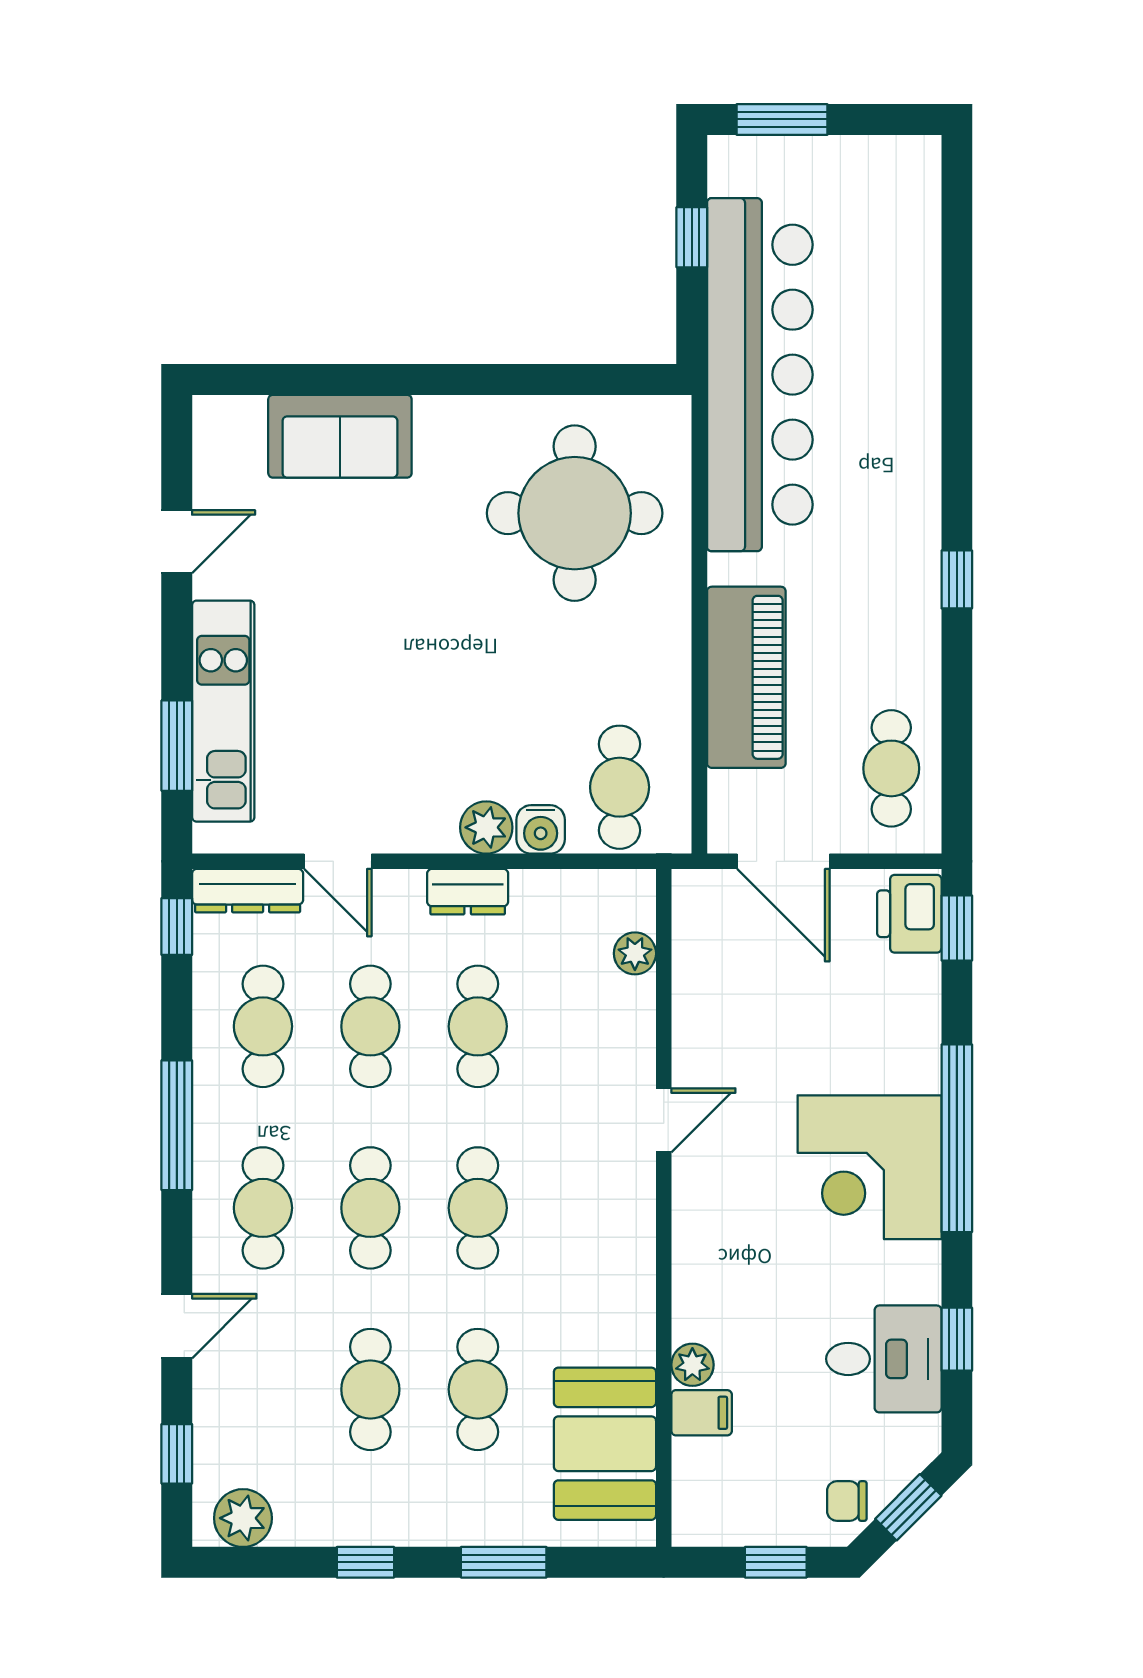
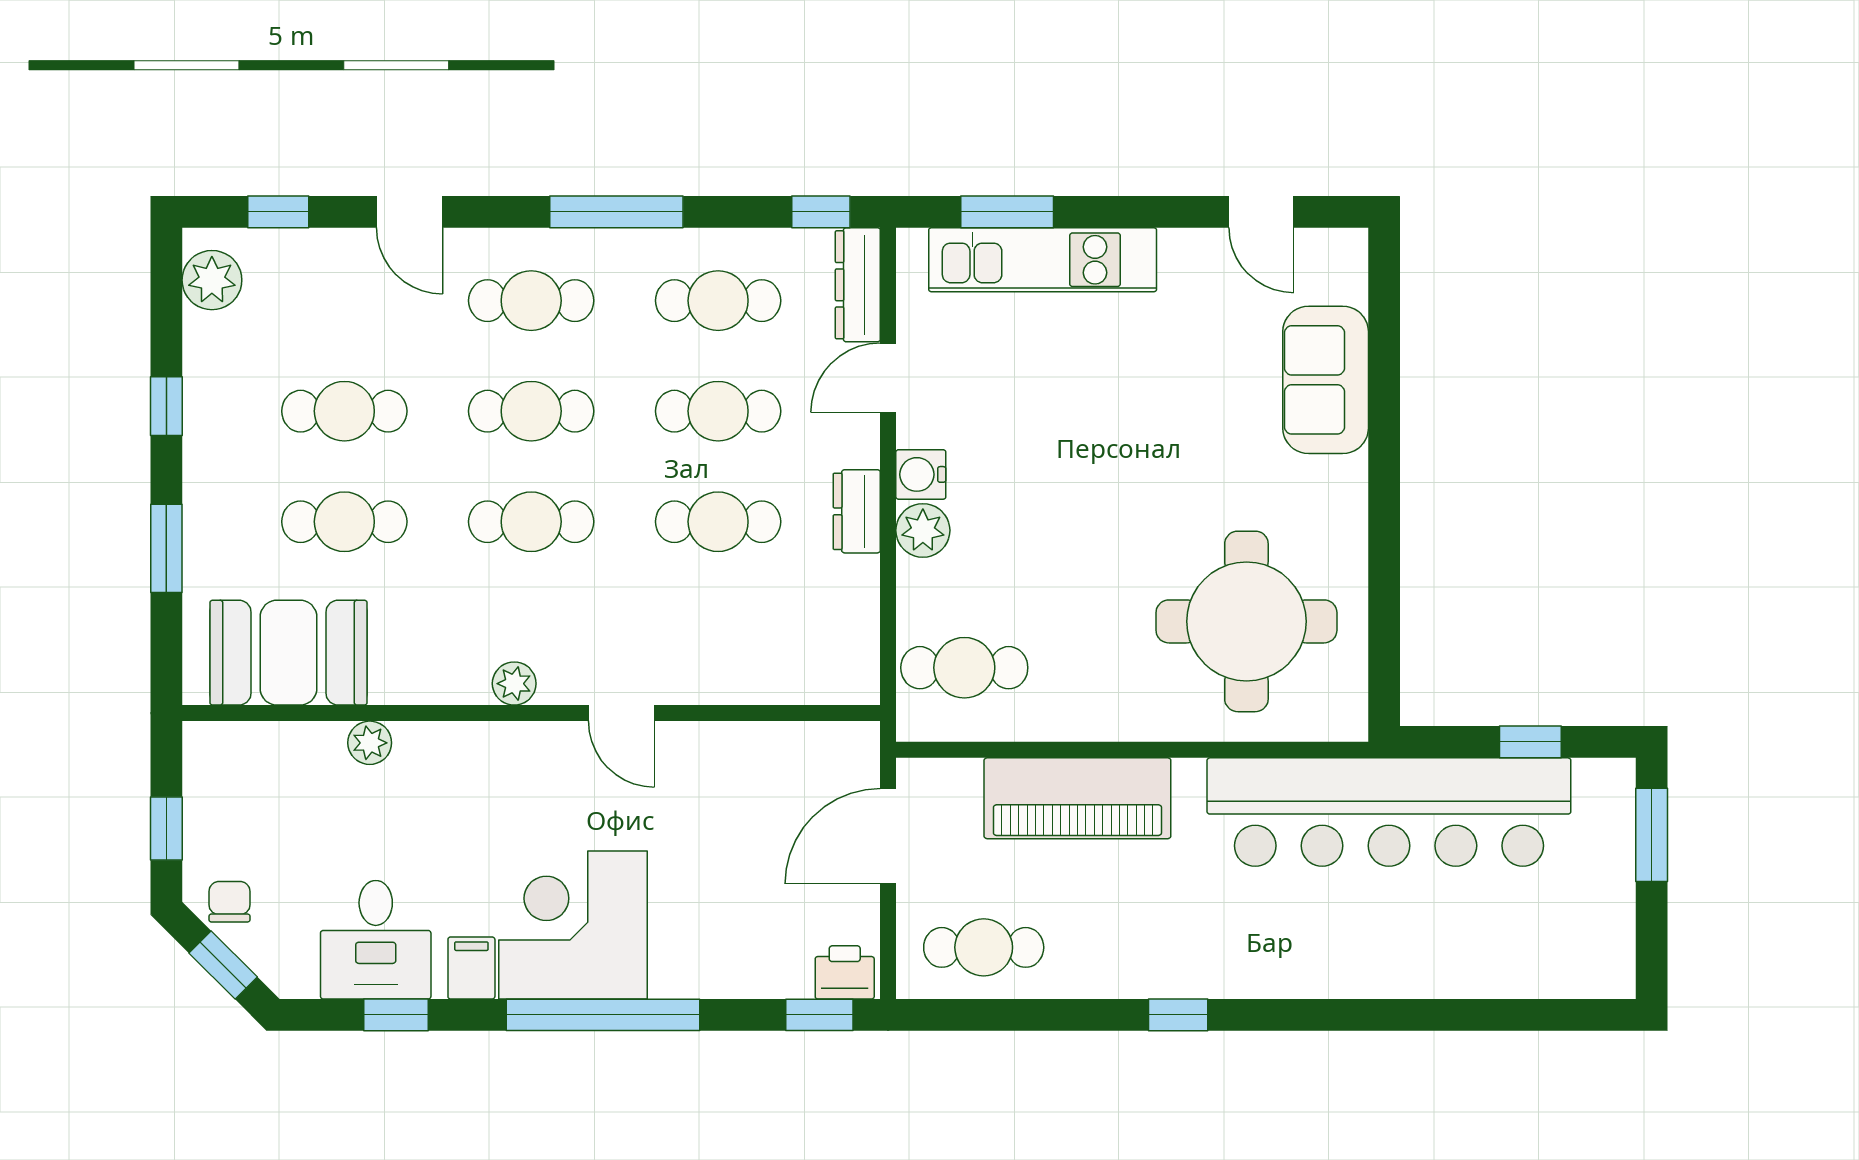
door: (177, 542) -> (1261, 212), moved
water cooler: (541, 829) -> (921, 474), moved
printer: (909, 914) -> (845, 972), width x0.73, depth x0.81
plant: (635, 953) -> (514, 684), moved
filing cabinet: (702, 1413) -> (471, 968), moved, turned 180

